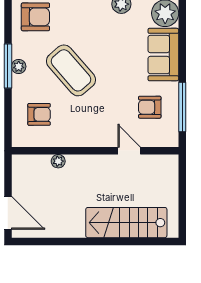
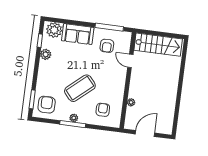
door: (129, 151) -> (130, 61), hinge flipped
door: (8, 213) -> (145, 133), moved
stairs: (126, 223) -> (158, 45), moved, turned -90

